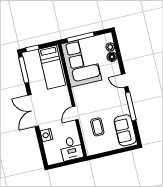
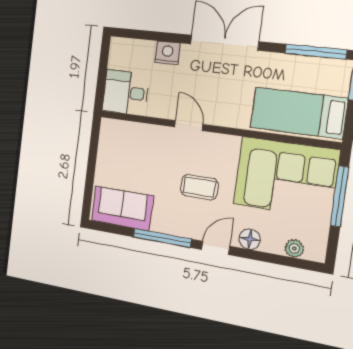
floor lamp: (112, 57) -> (250, 239), moved
coffee table: (97, 127) -> (199, 187), moved

